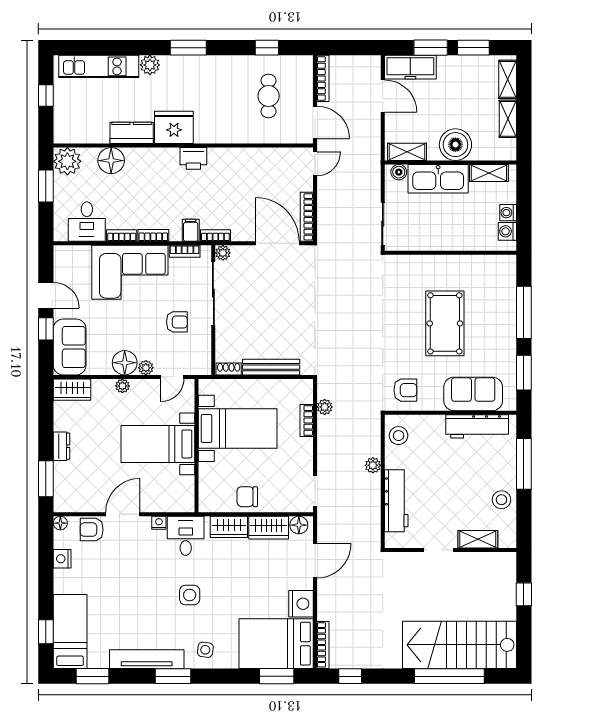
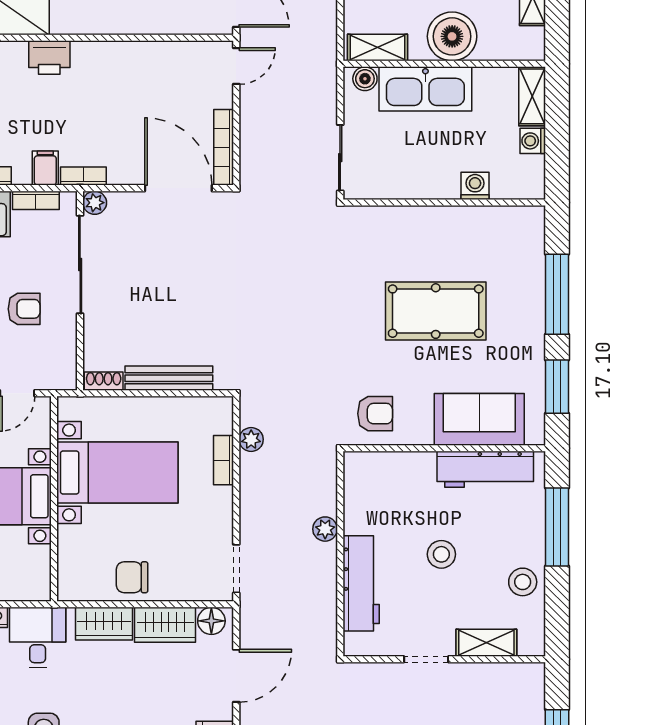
shelving: (489, 173) -> (532, 96), moved, turned 90
washing machine: (507, 231) -> (475, 186), moved, turned 90
pool table: (445, 323) -> (436, 311), turned 90
stool: (399, 436) -> (441, 554), moved

